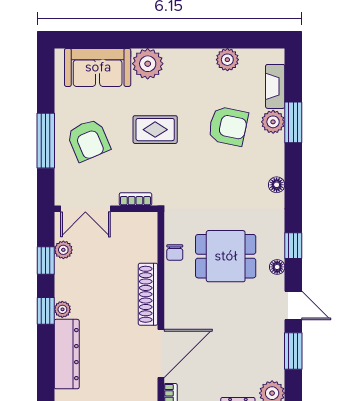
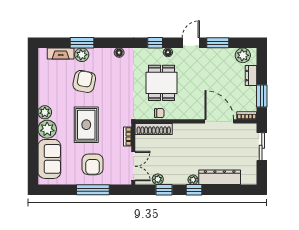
plant: (227, 60) -> (45, 112), moved
rug: (155, 130) -> (86, 125), width x1.36, depth x1.43
armchair: (88, 140) -> (93, 164), turned 113
shoe rack: (148, 294) -> (154, 129), moved

